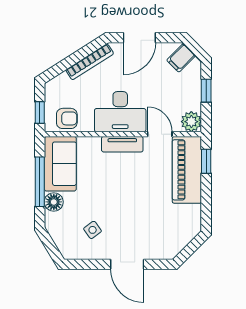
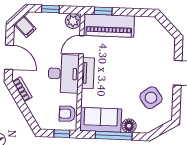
bookcase: (90, 62) -> (22, 89), width x0.64
armchair: (67, 118) -> (67, 114), turned -90
side table: (93, 230) -> (151, 98), width x1.87, depth x1.87

